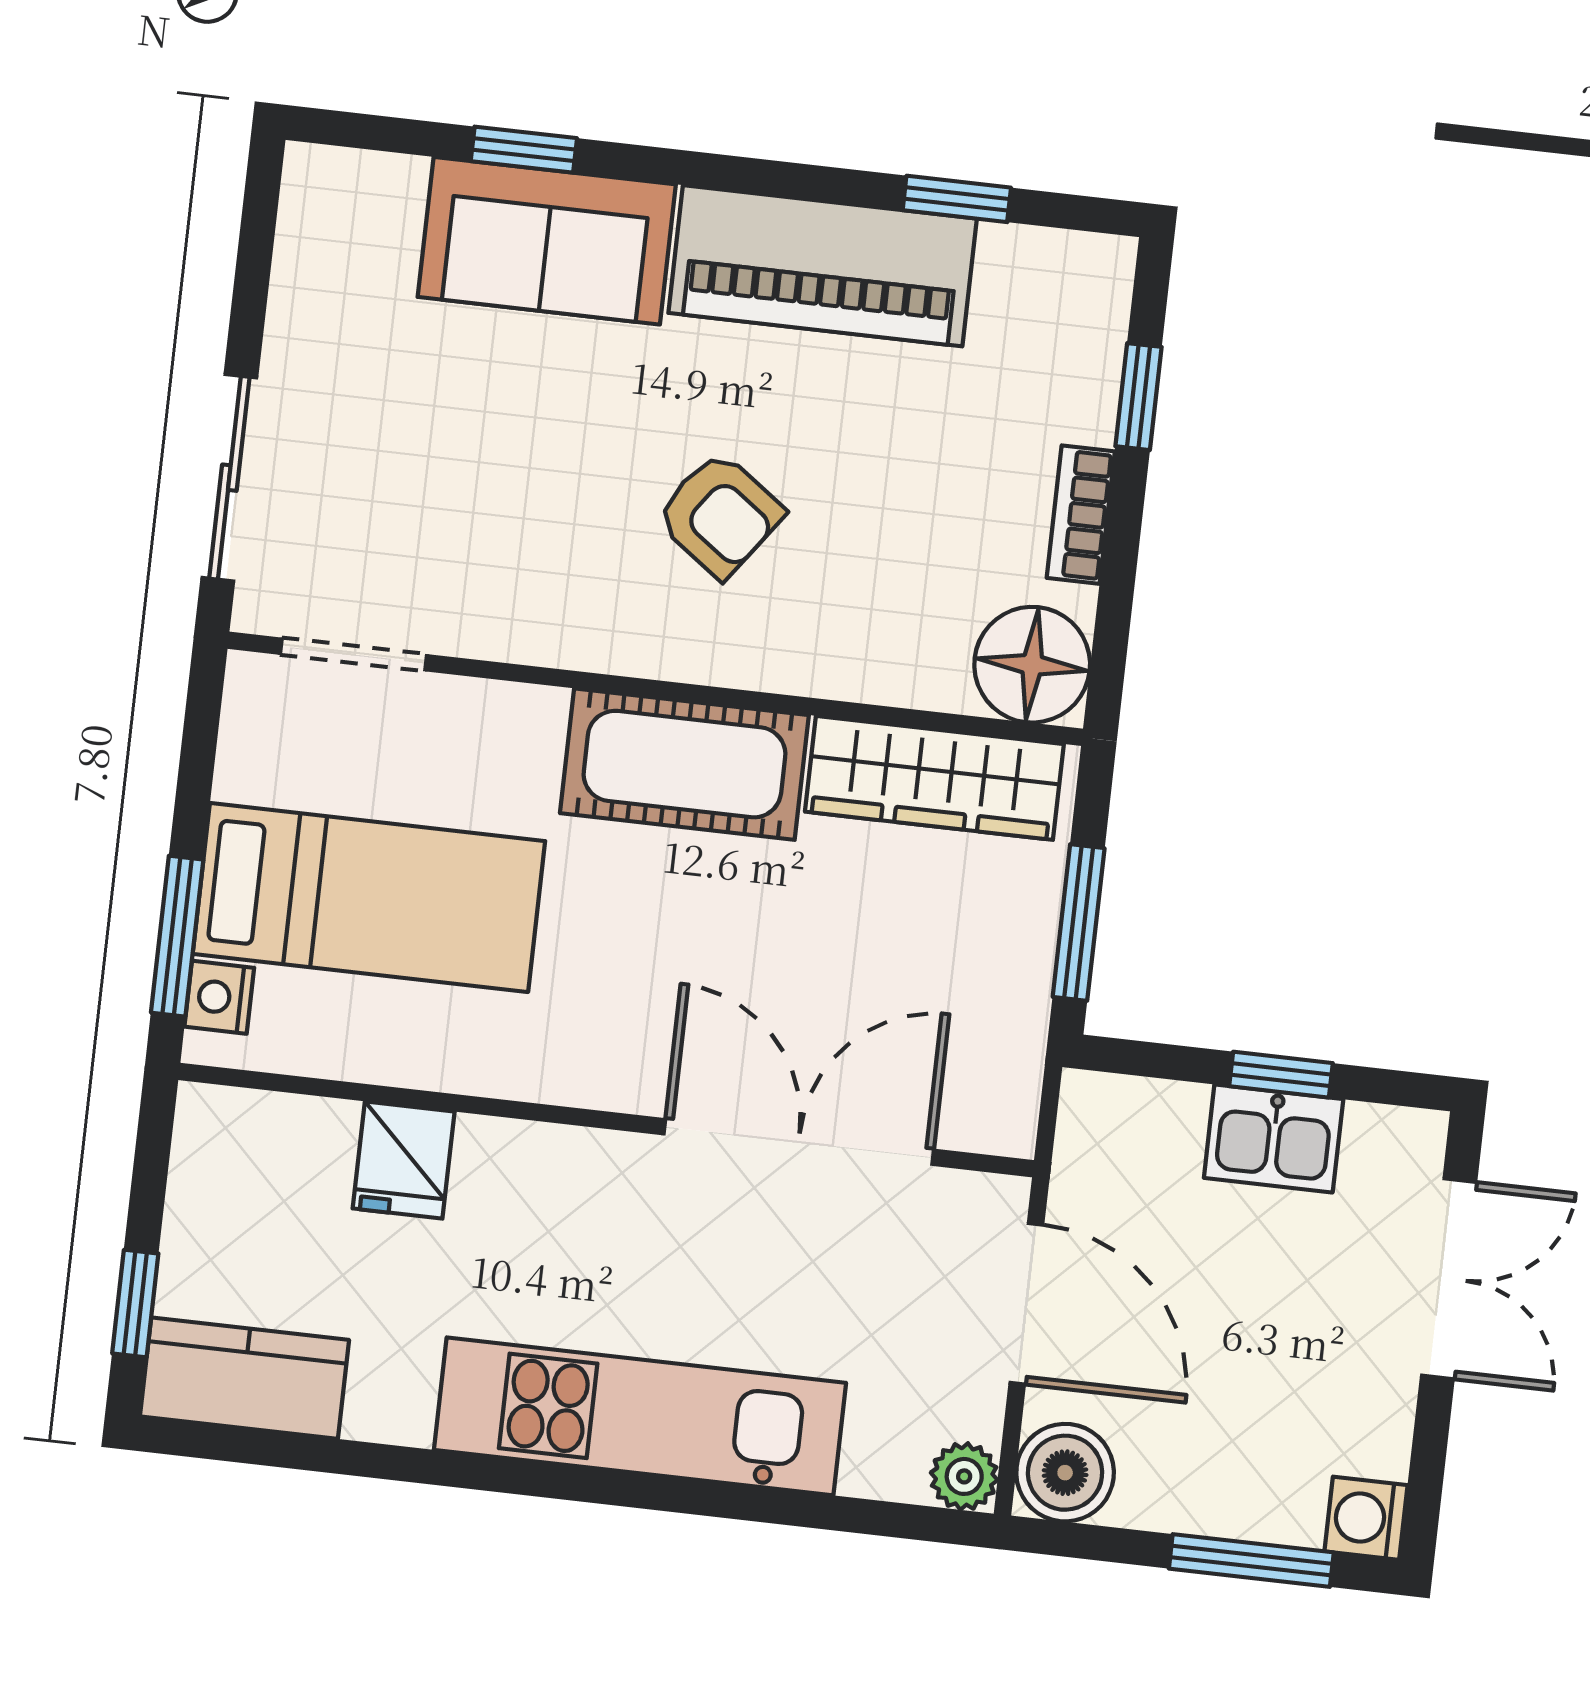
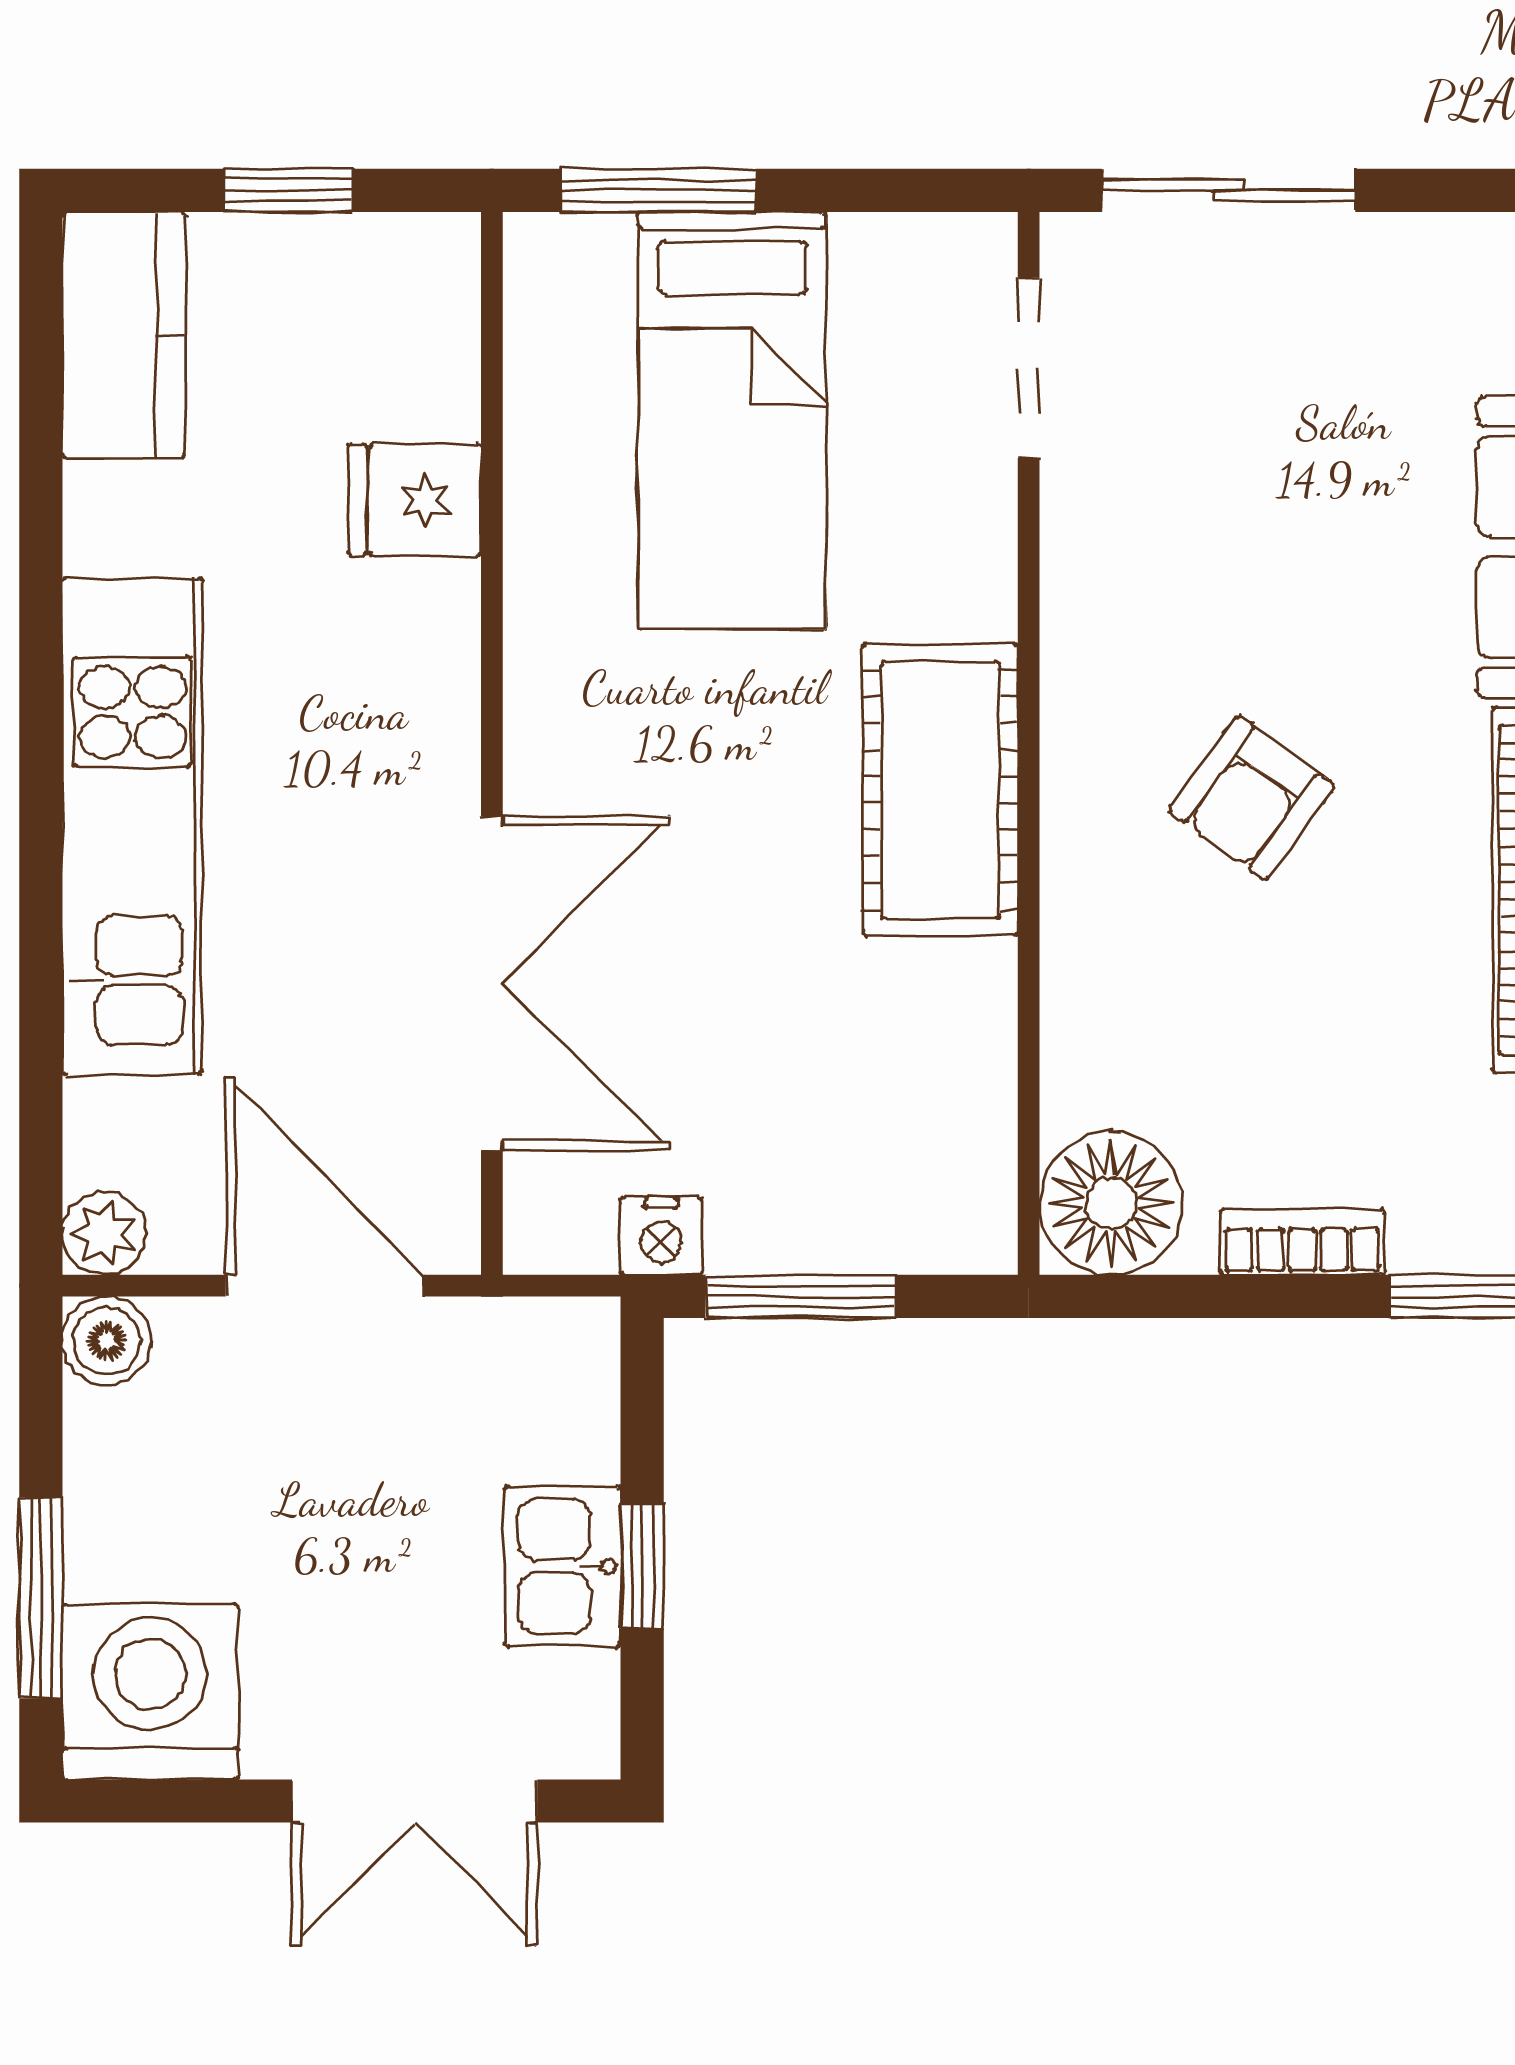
wardrobe: (934, 778) -> (958, 1099), removed
nightstand: (219, 997) -> (661, 1236), moved, turned 180
window: (135, 1303) -> (288, 190), moved
door: (1026, 1304) -> (325, 1286), swing flipped
boiler: (1065, 1473) -> (107, 1341), width x0.73, depth x0.73
washing machine: (1366, 1518) -> (150, 1692), width x1.89, depth x1.89

